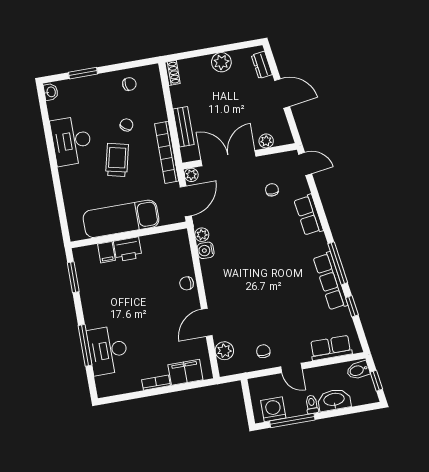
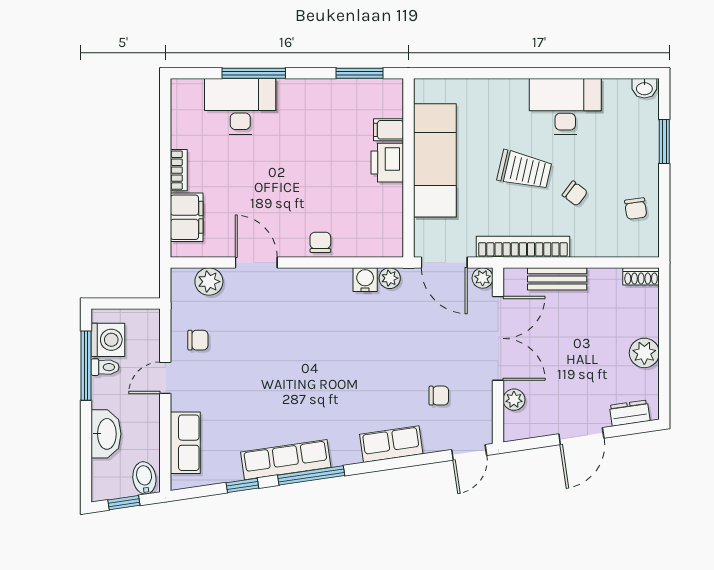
toilet: (312, 404) -> (105, 367), moved

